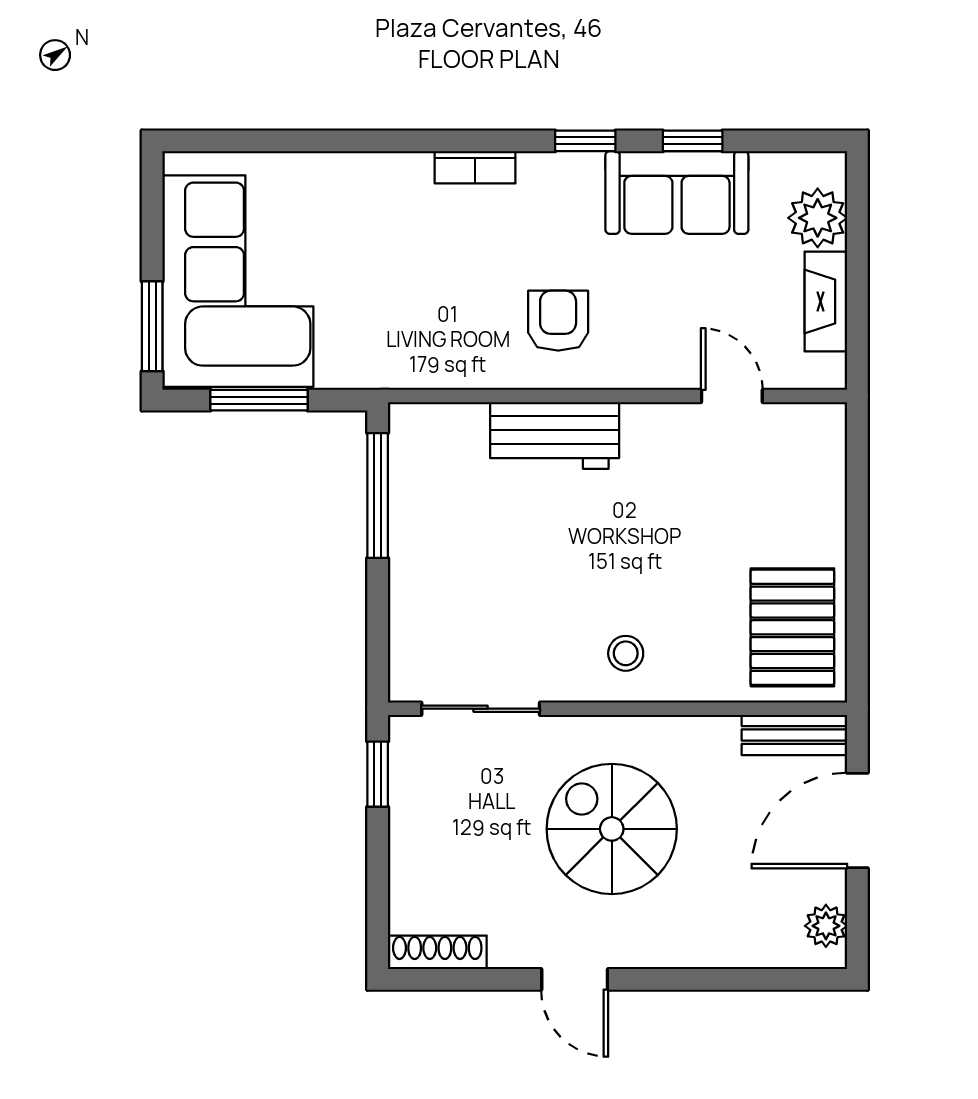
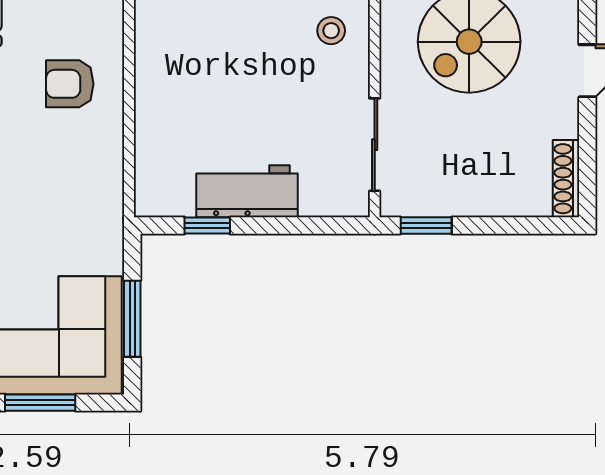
window: (152, 326) -> (40, 403), moved
workbench: (555, 436) -> (247, 191), moved, turned -90
window: (378, 496) -> (207, 225), width x0.46

